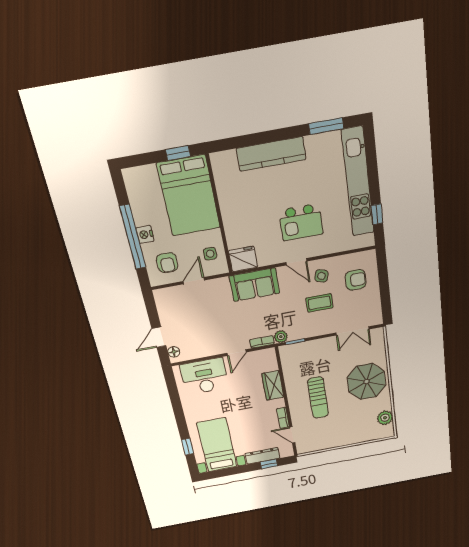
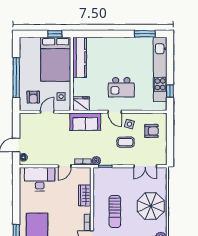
kitchen counter: (271, 154) -> (80, 57), moved, turned -90
nightstand: (145, 234) -> (24, 77), removed

